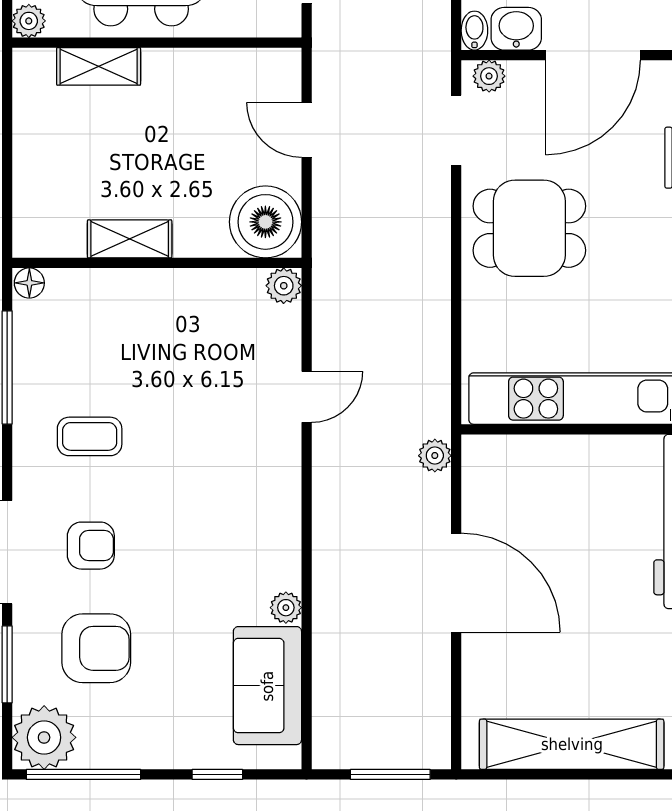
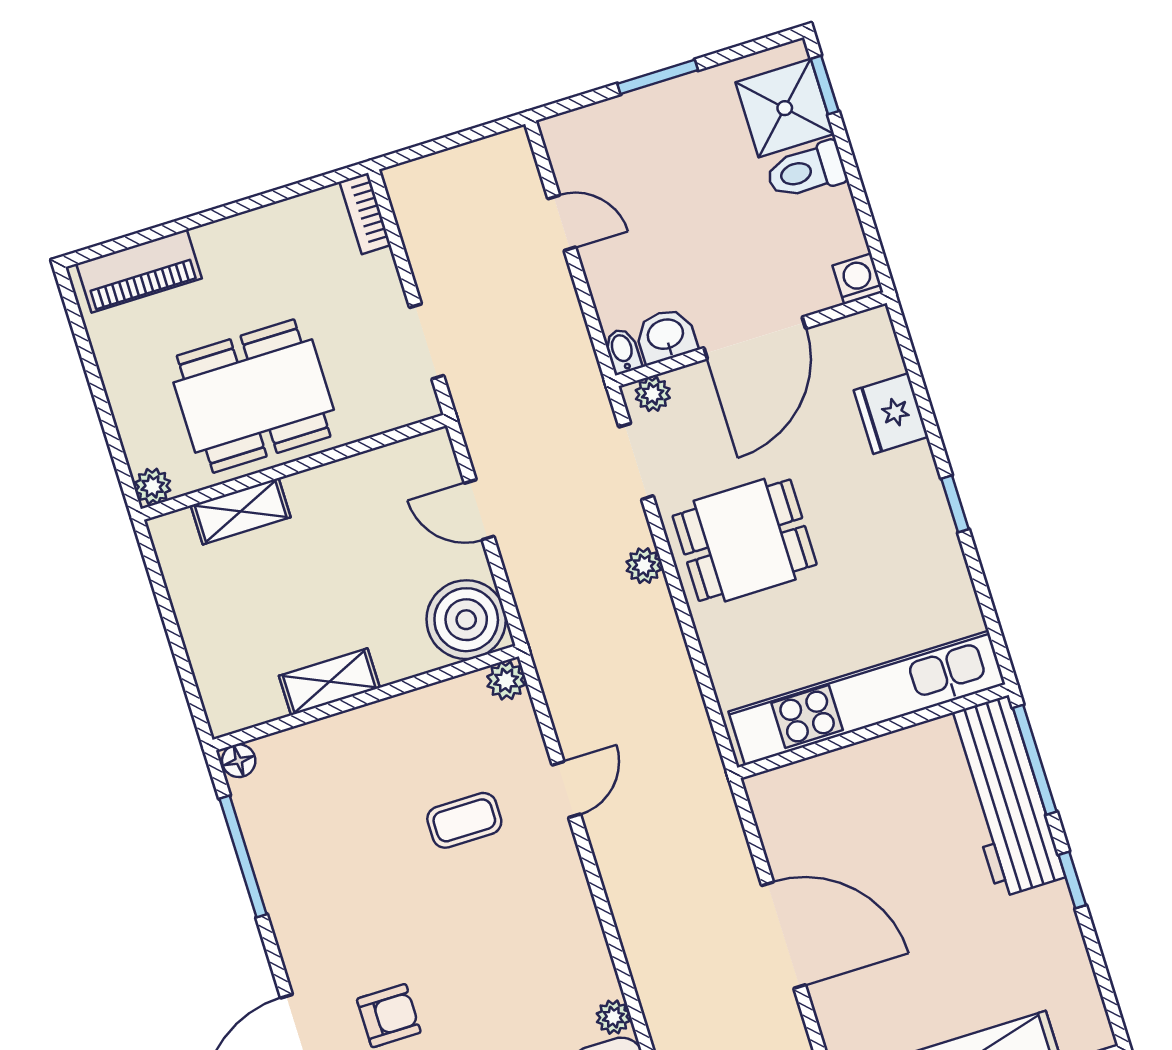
coffee table: (90, 436) -> (464, 820), moved
plant: (435, 456) -> (644, 566), moved

